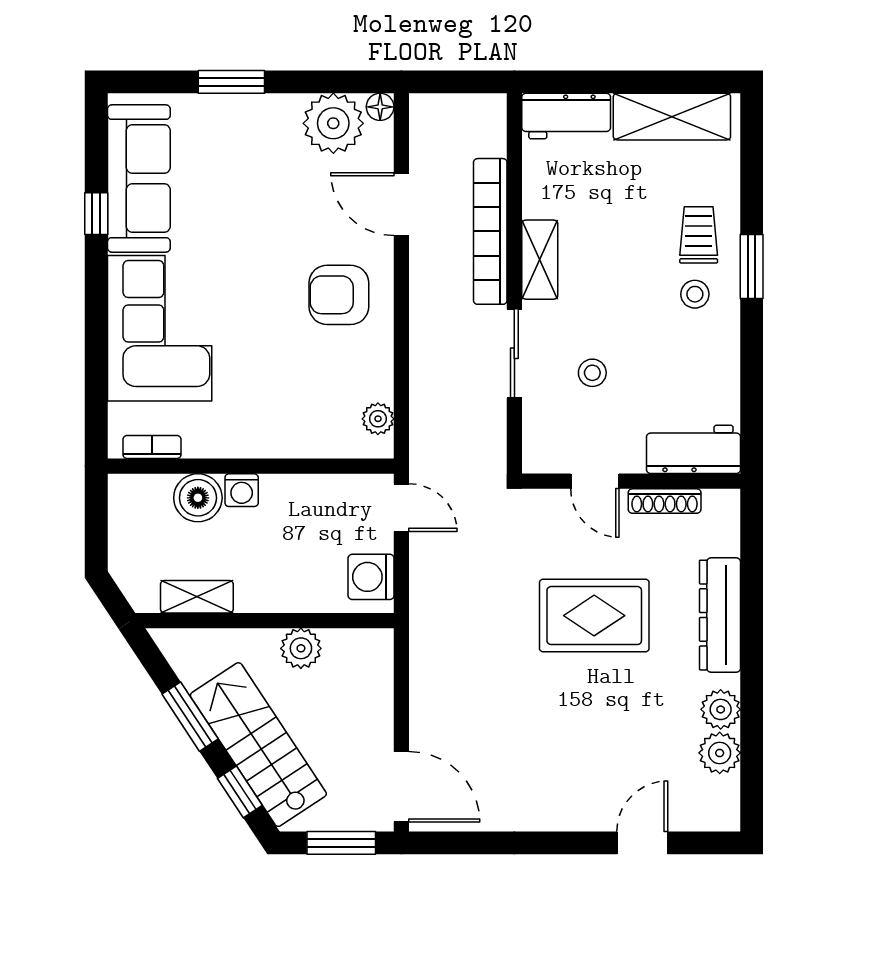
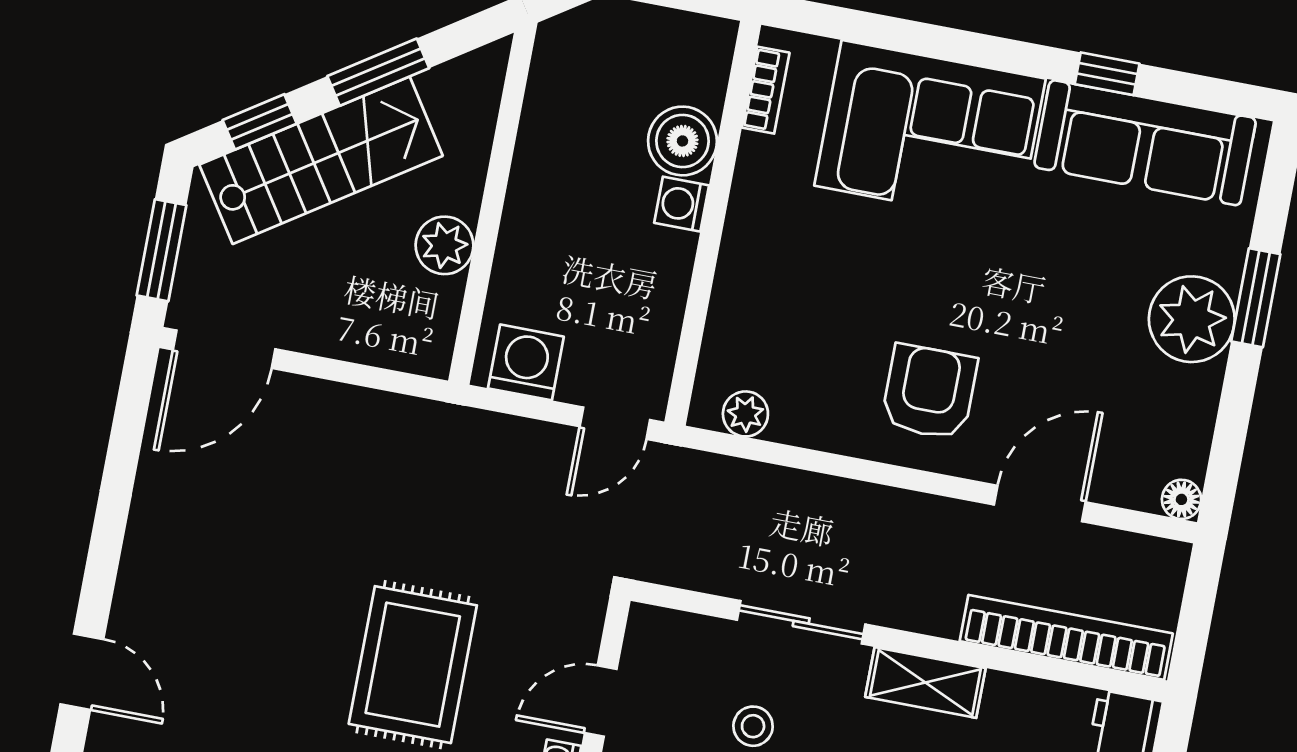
plant: (333, 123) -> (1192, 319), moved
bookcase: (490, 231) -> (1066, 637), moved
shelving: (197, 597) -> (544, 113), removed

